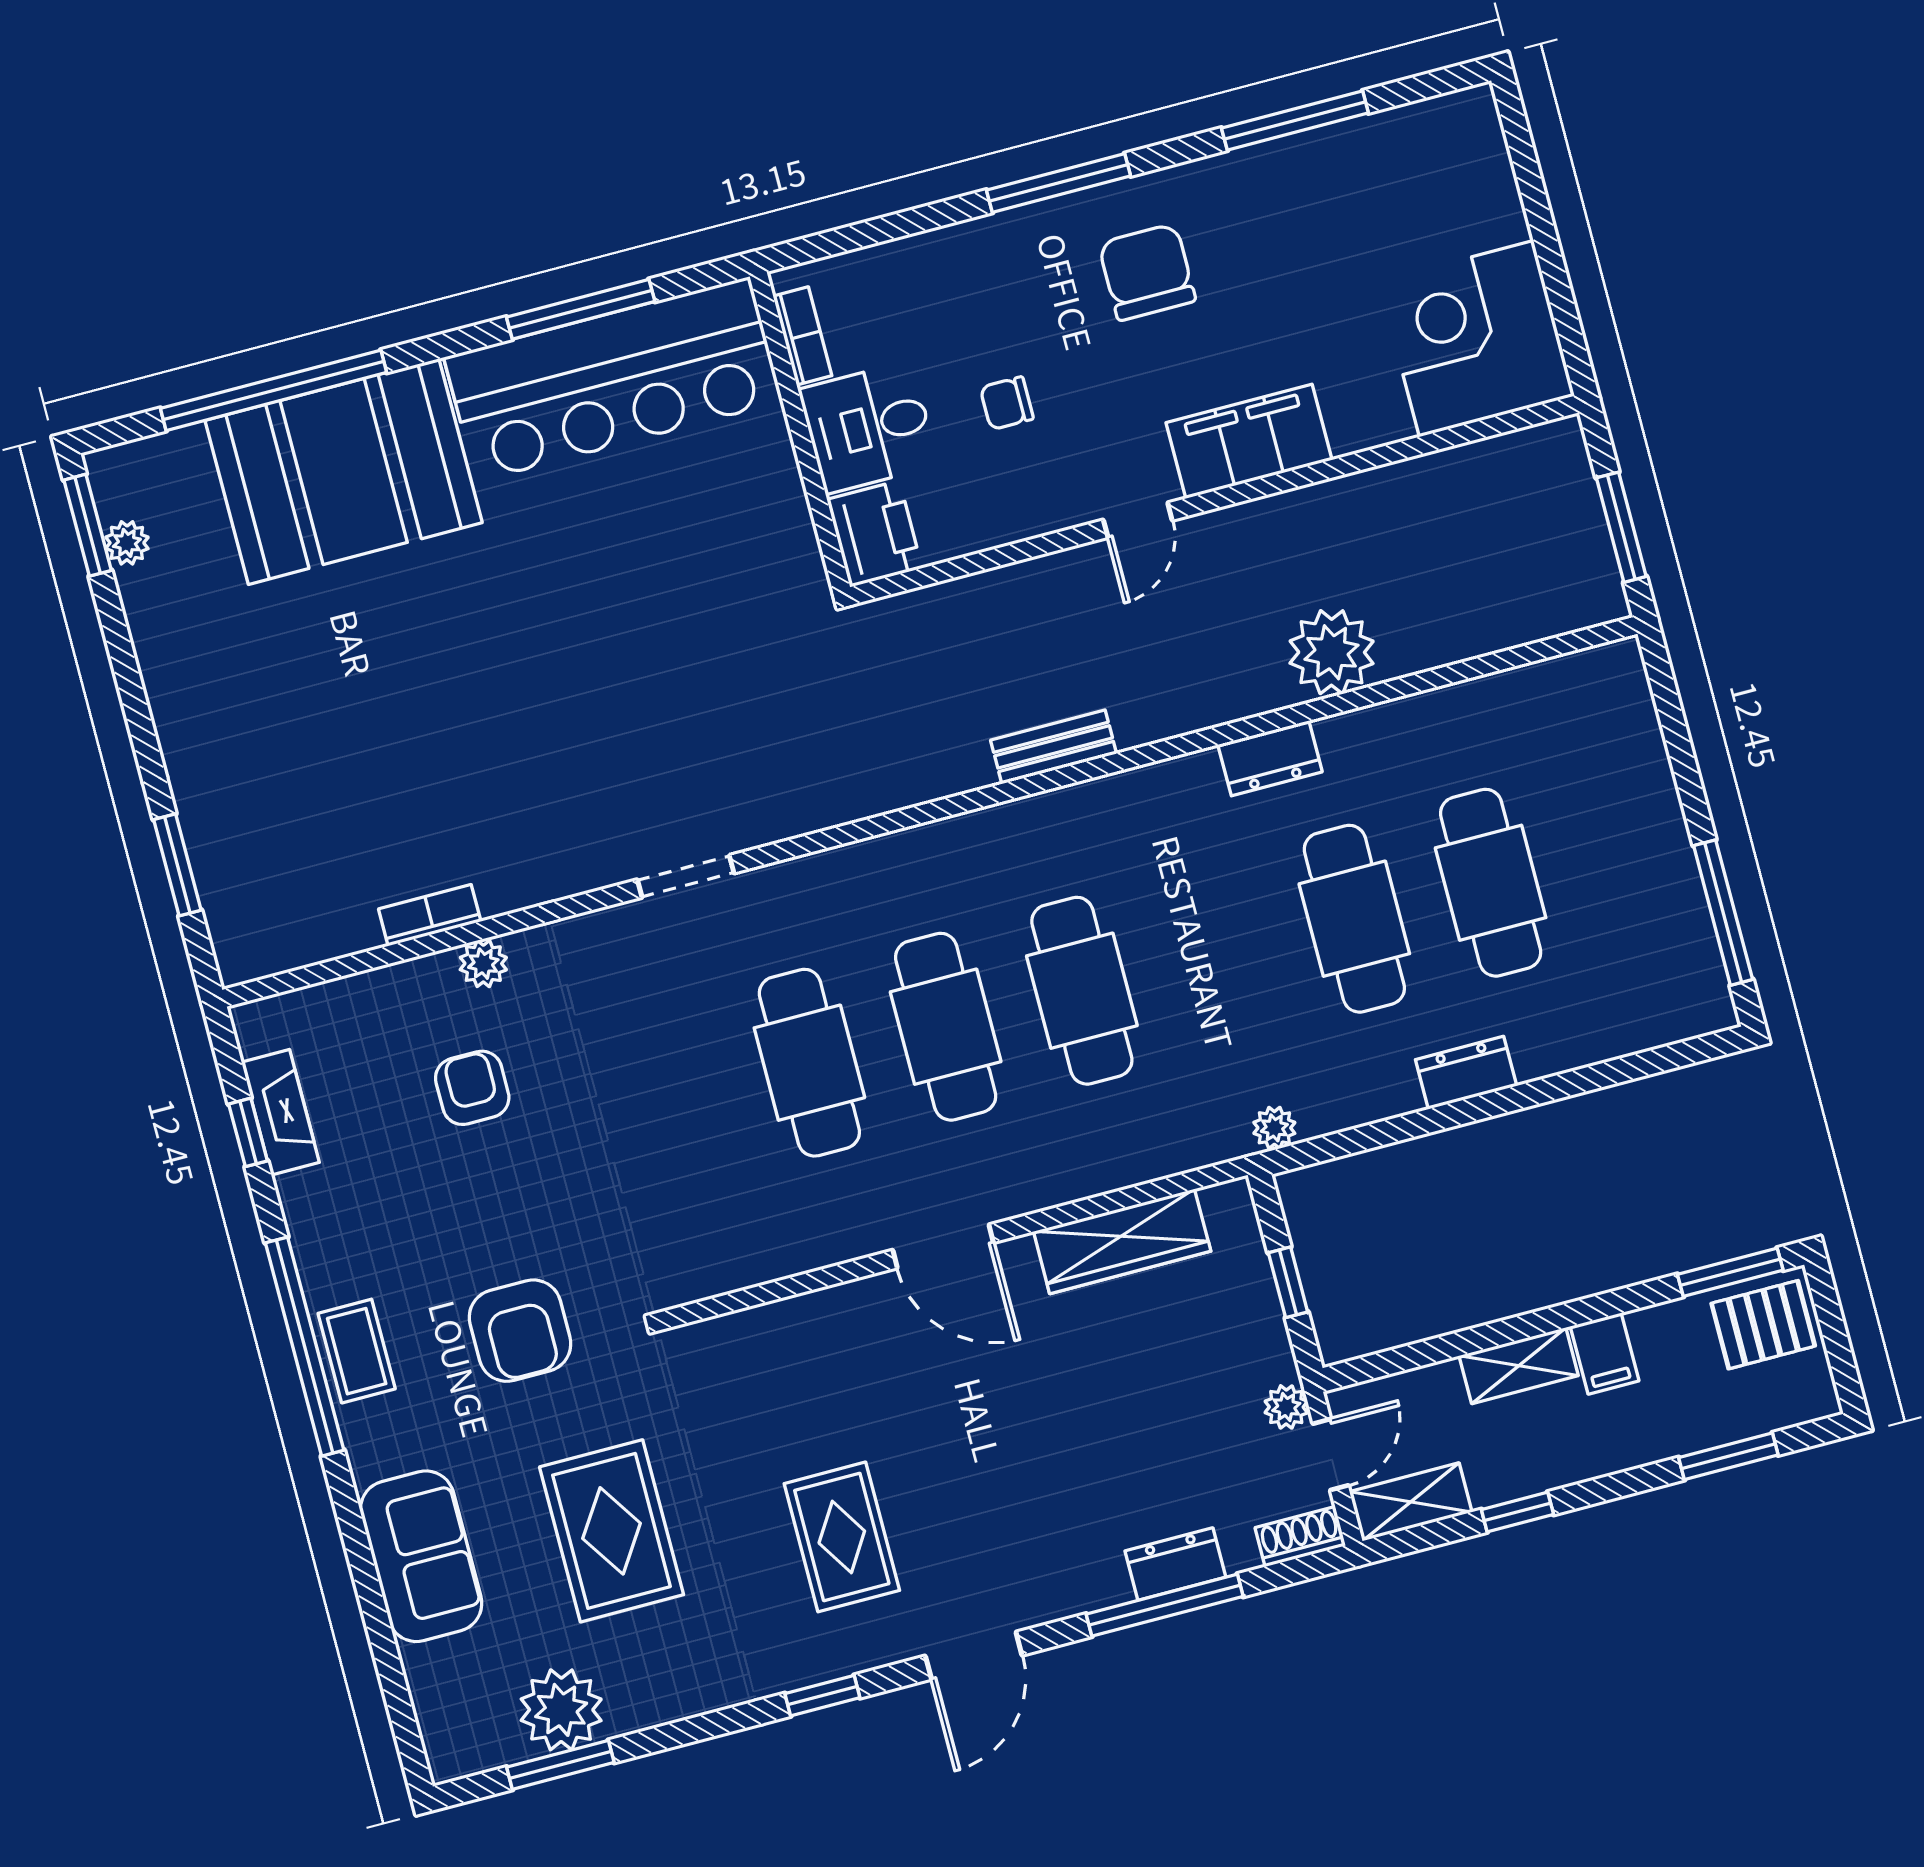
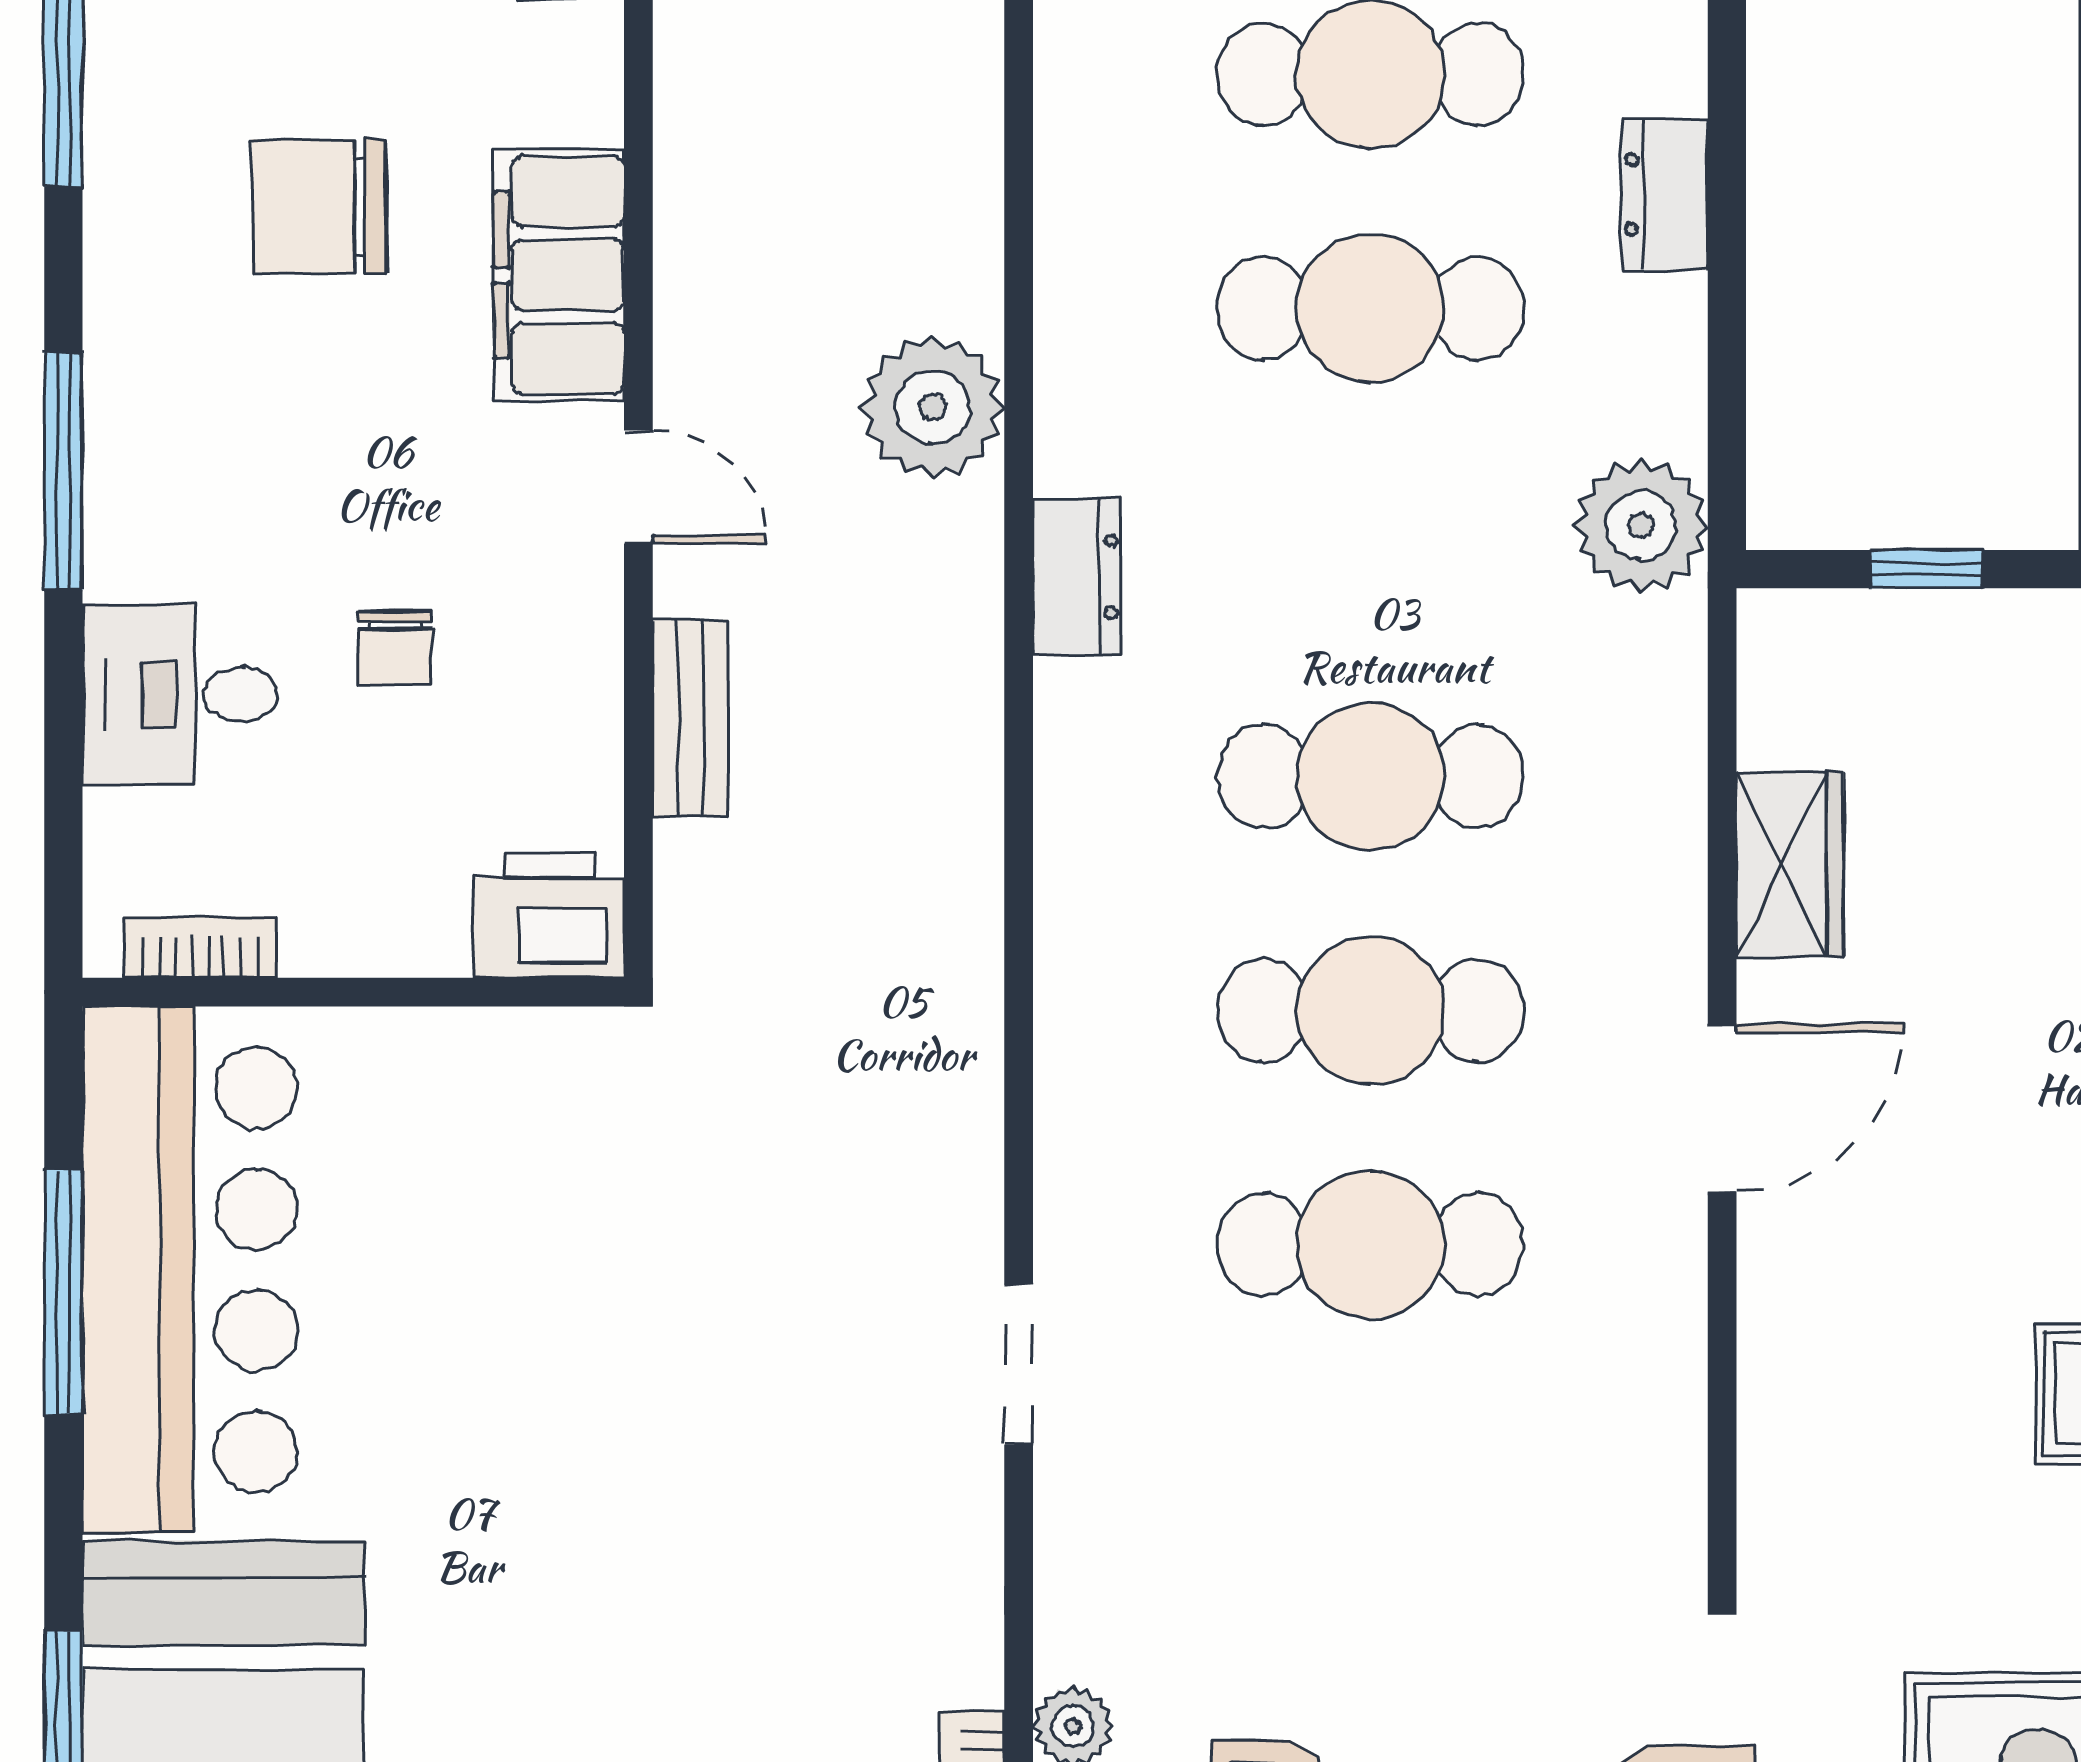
chair: (1147, 272) -> (319, 206), moved
desk: (868, 427) -> (180, 695), moved, turned 90
plant: (1332, 652) -> (933, 407), moved
bench: (1054, 747) -> (690, 718), moved
dresser: (1270, 758) -> (1077, 577), moved
plant: (1274, 1128) -> (1641, 526), width x1.88, depth x1.88
wardrobe: (1122, 1241) -> (1790, 864), width x0.67

